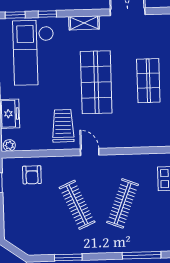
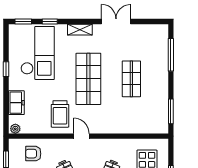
checkout: (34, 53) -> (38, 53), turned 180
trolley: (63, 126) -> (60, 114), turned 180
armchair: (32, 175) -> (33, 154), turned 90

